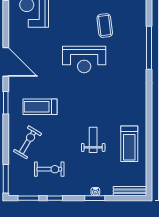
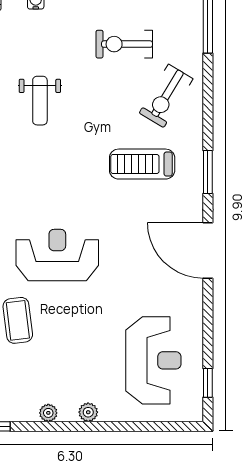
treadmill: (40, 107) -> (142, 164), turned 180

